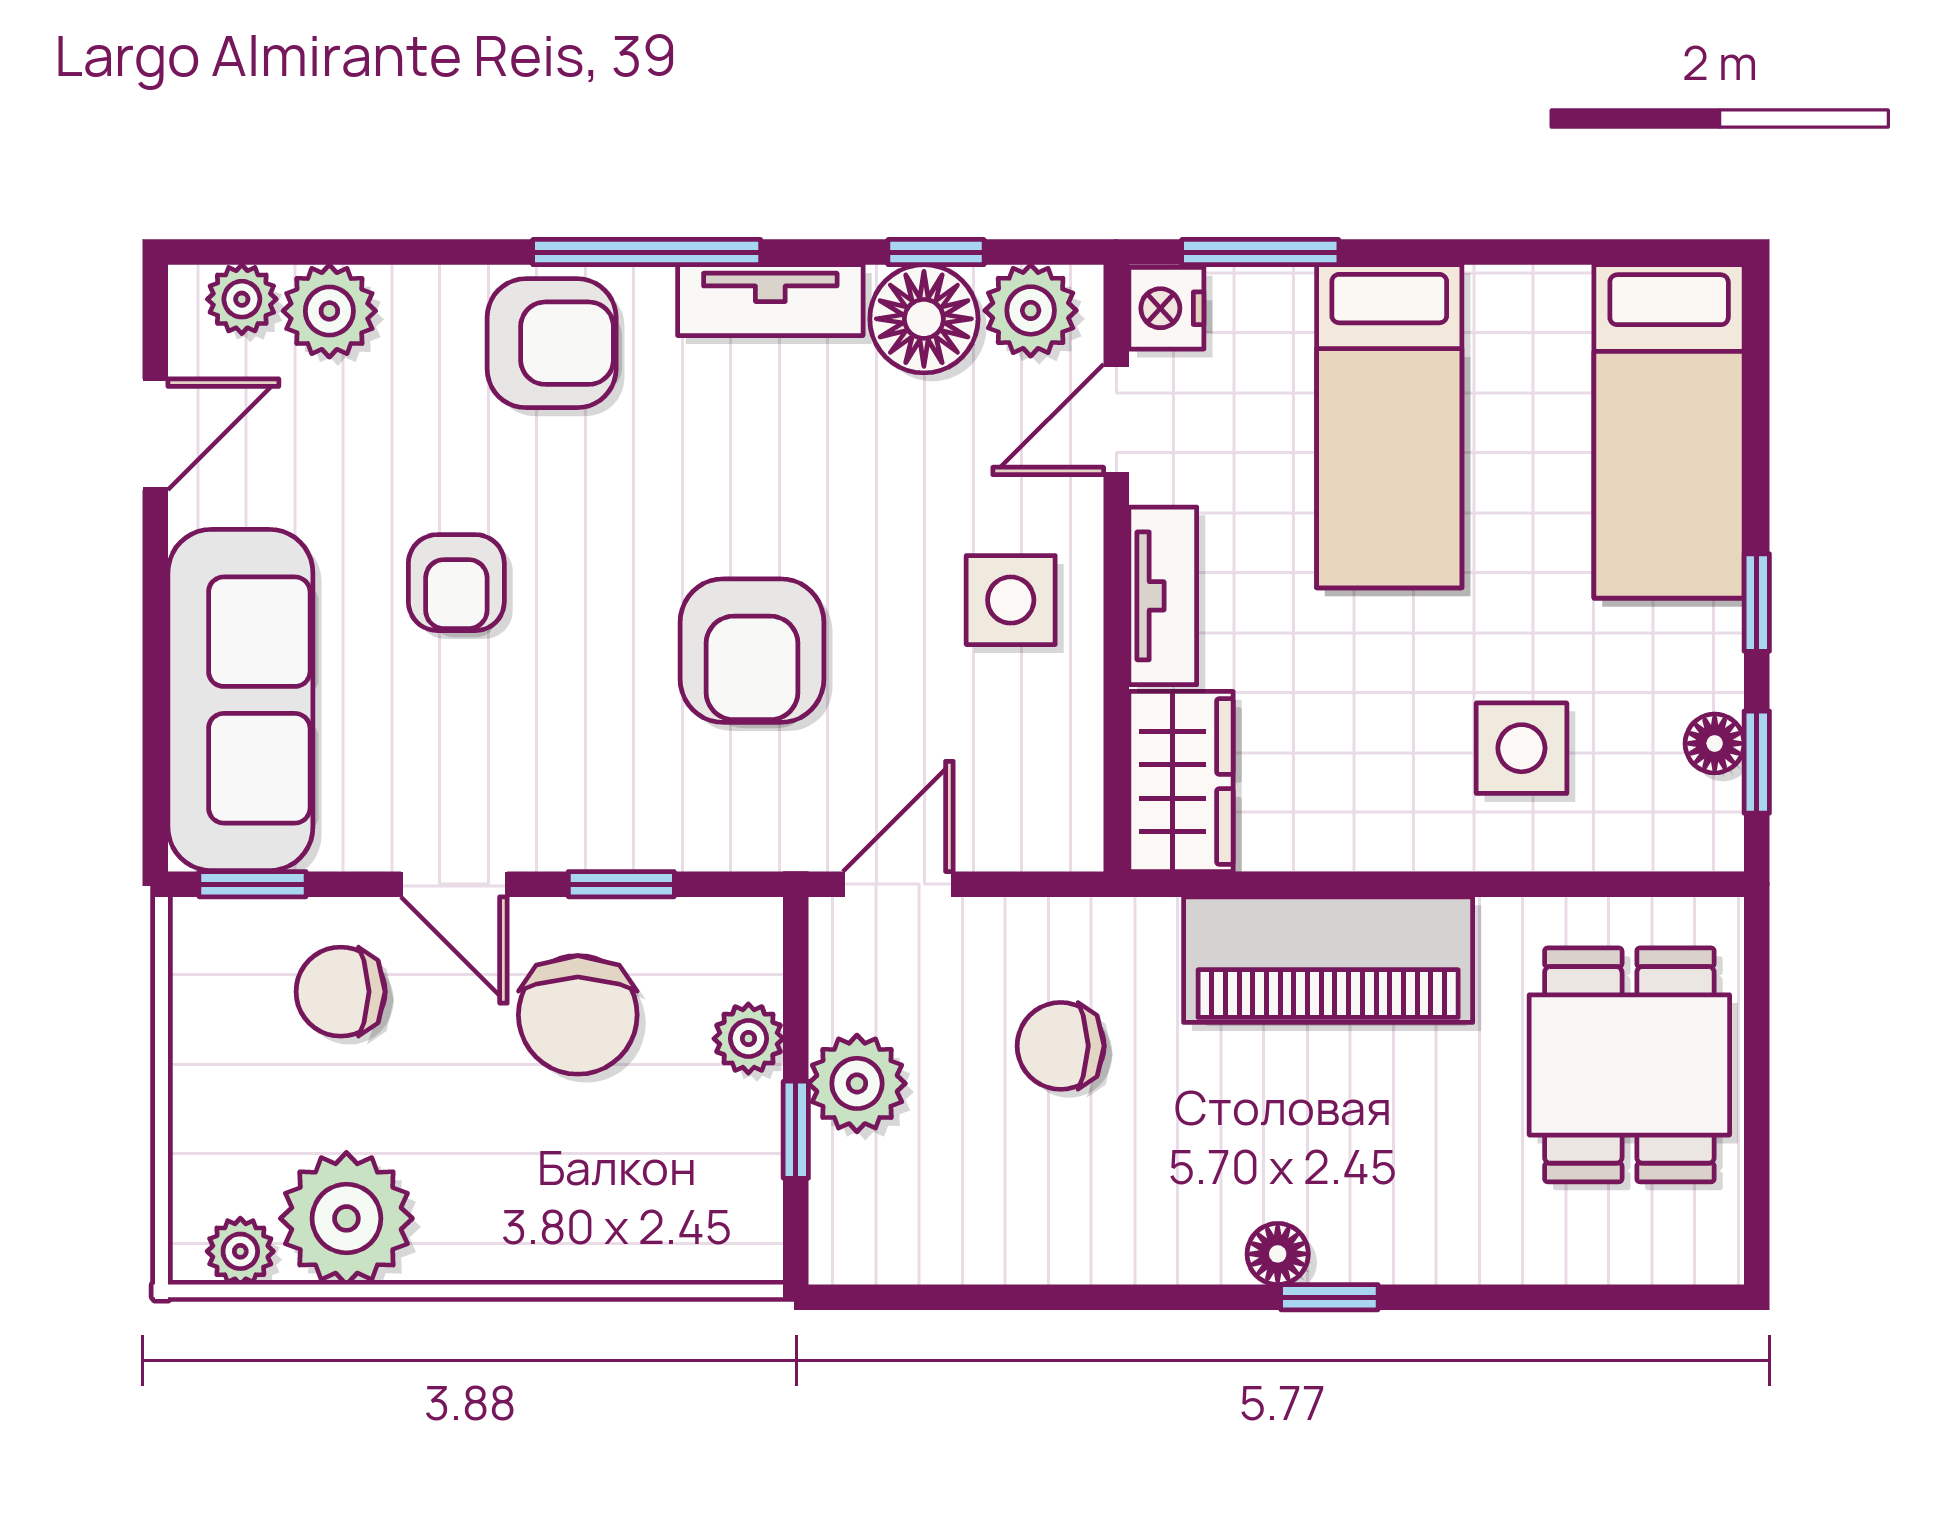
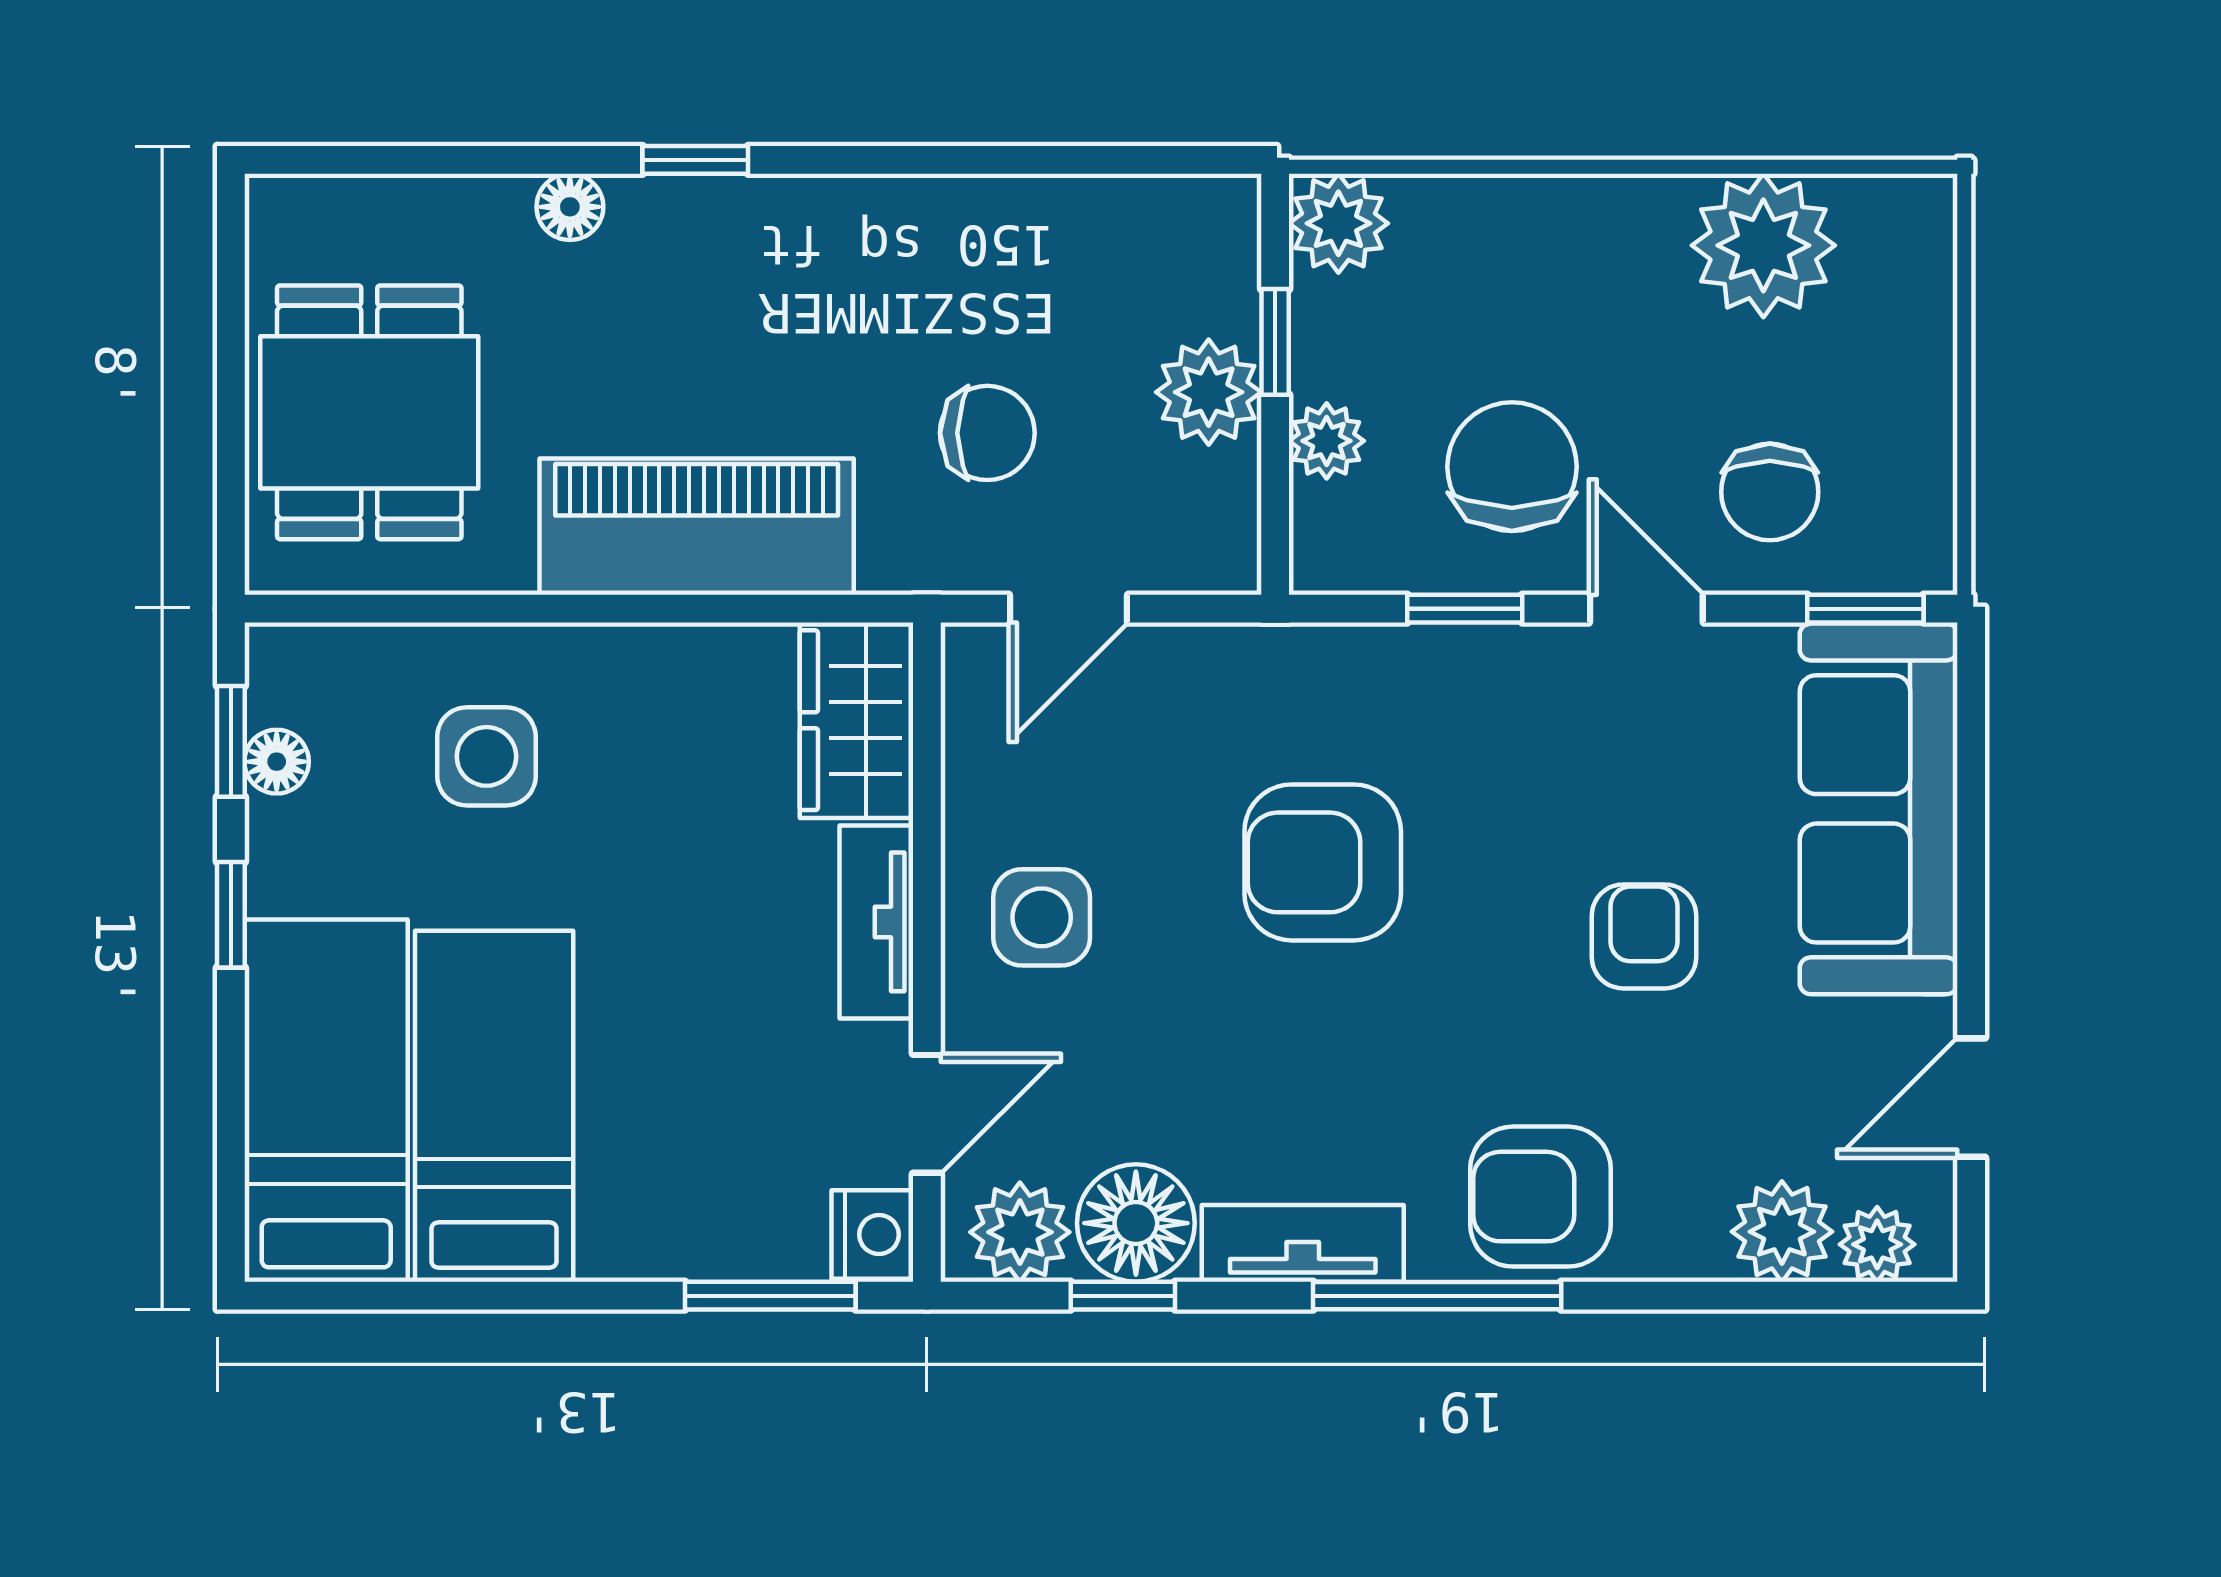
bed: (1389, 426) -> (494, 1106), moved
armchair: (752, 651) -> (1323, 862), turned -90
door: (898, 884) -> (1069, 609), moved
chair: (341, 992) -> (1770, 492), turned 90
plant: (240, 1251) -> (1338, 223), moved, width x1.38, depth x1.38
floor lamp: (1278, 1254) -> (570, 207), moved

